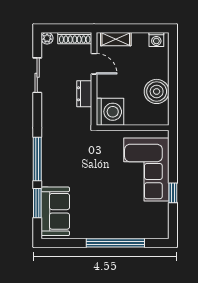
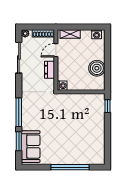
door: (94, 64) -> (56, 50), swing flipped
sliding door: (37, 75) -> (19, 58), width x1.37
washing machine: (110, 112) -> (62, 86), width x0.53, depth x0.53
corner sofa: (146, 169) -> (90, 119), removed
window: (173, 193) -> (107, 106), moved

